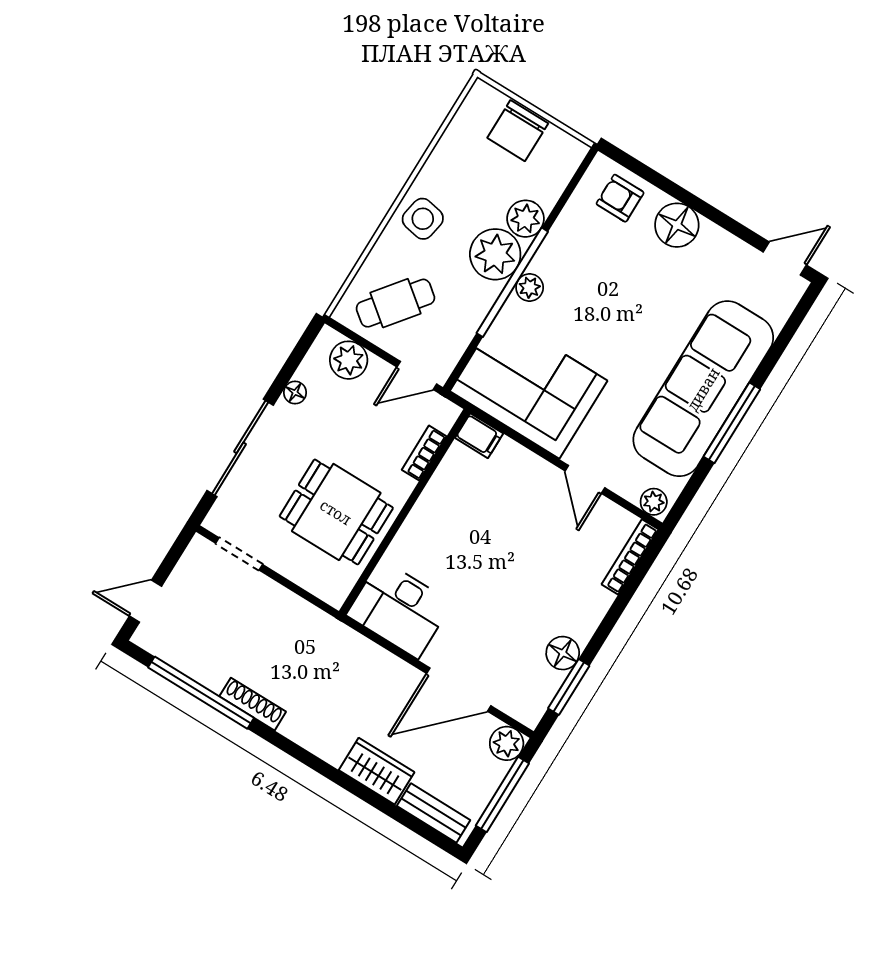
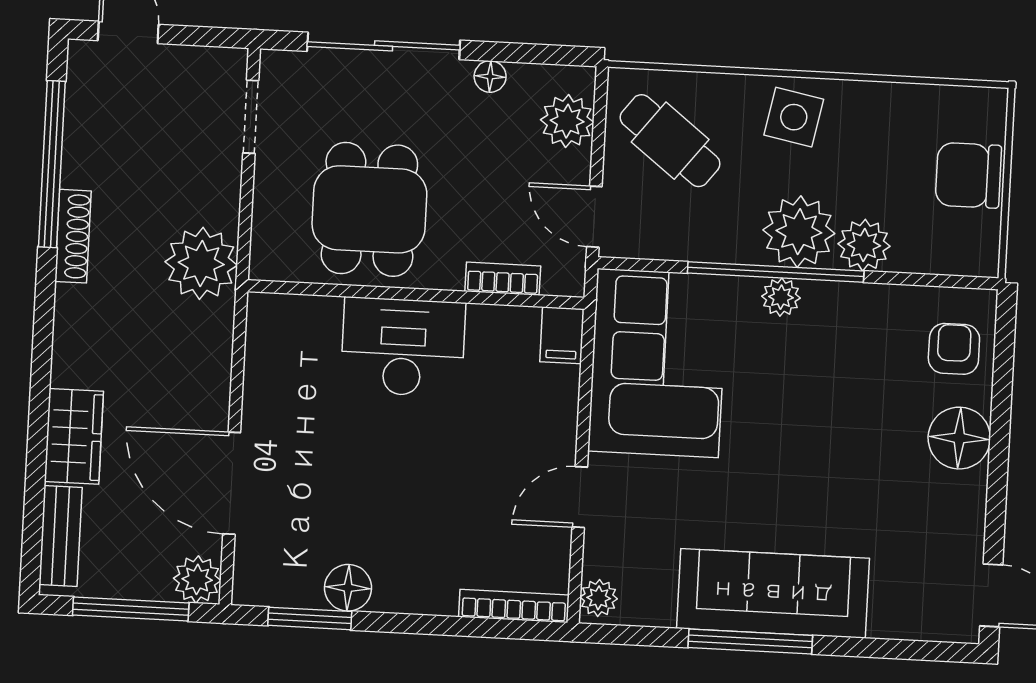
sofa: (703, 389) -> (773, 593), width x0.74, depth x0.79
desk: (399, 609) -> (403, 347), moved, turned 90
plant: (313, 634) -> (201, 263), added

